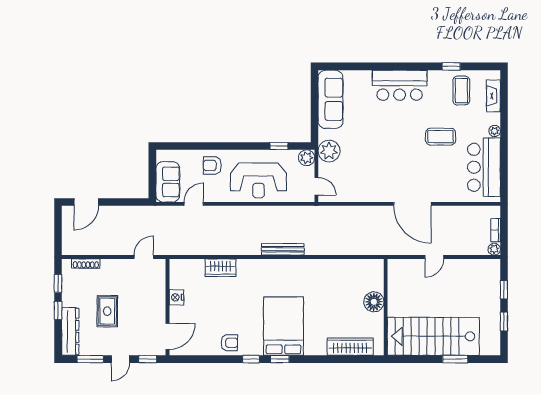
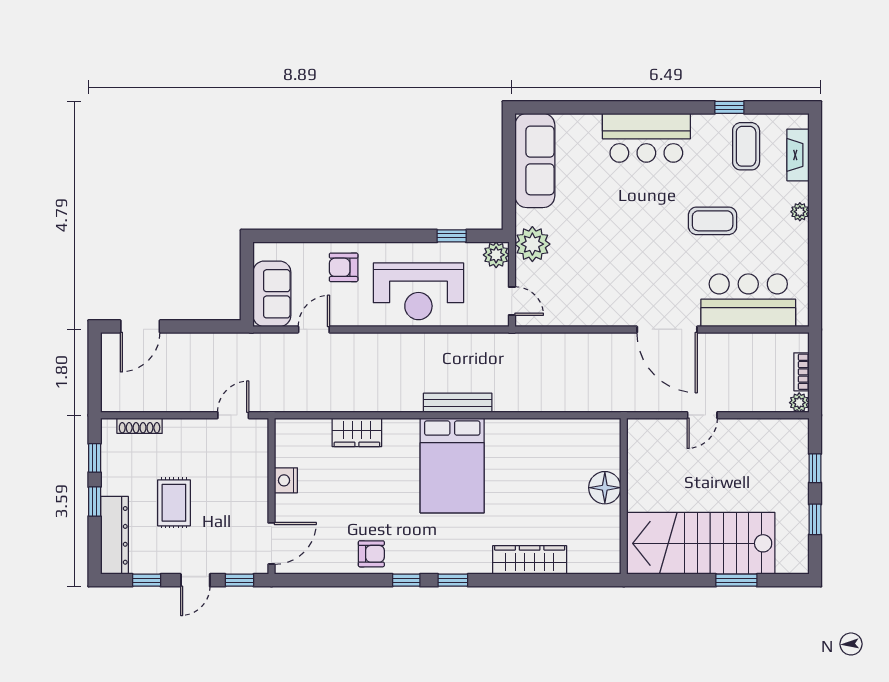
bar counter: (484, 167) -> (748, 300), moved, turned 90
bed: (283, 326) -> (452, 465), moved, turned 180
wardrobe: (350, 347) -> (530, 560), moved
window: (90, 359) -> (147, 580), width x0.67

